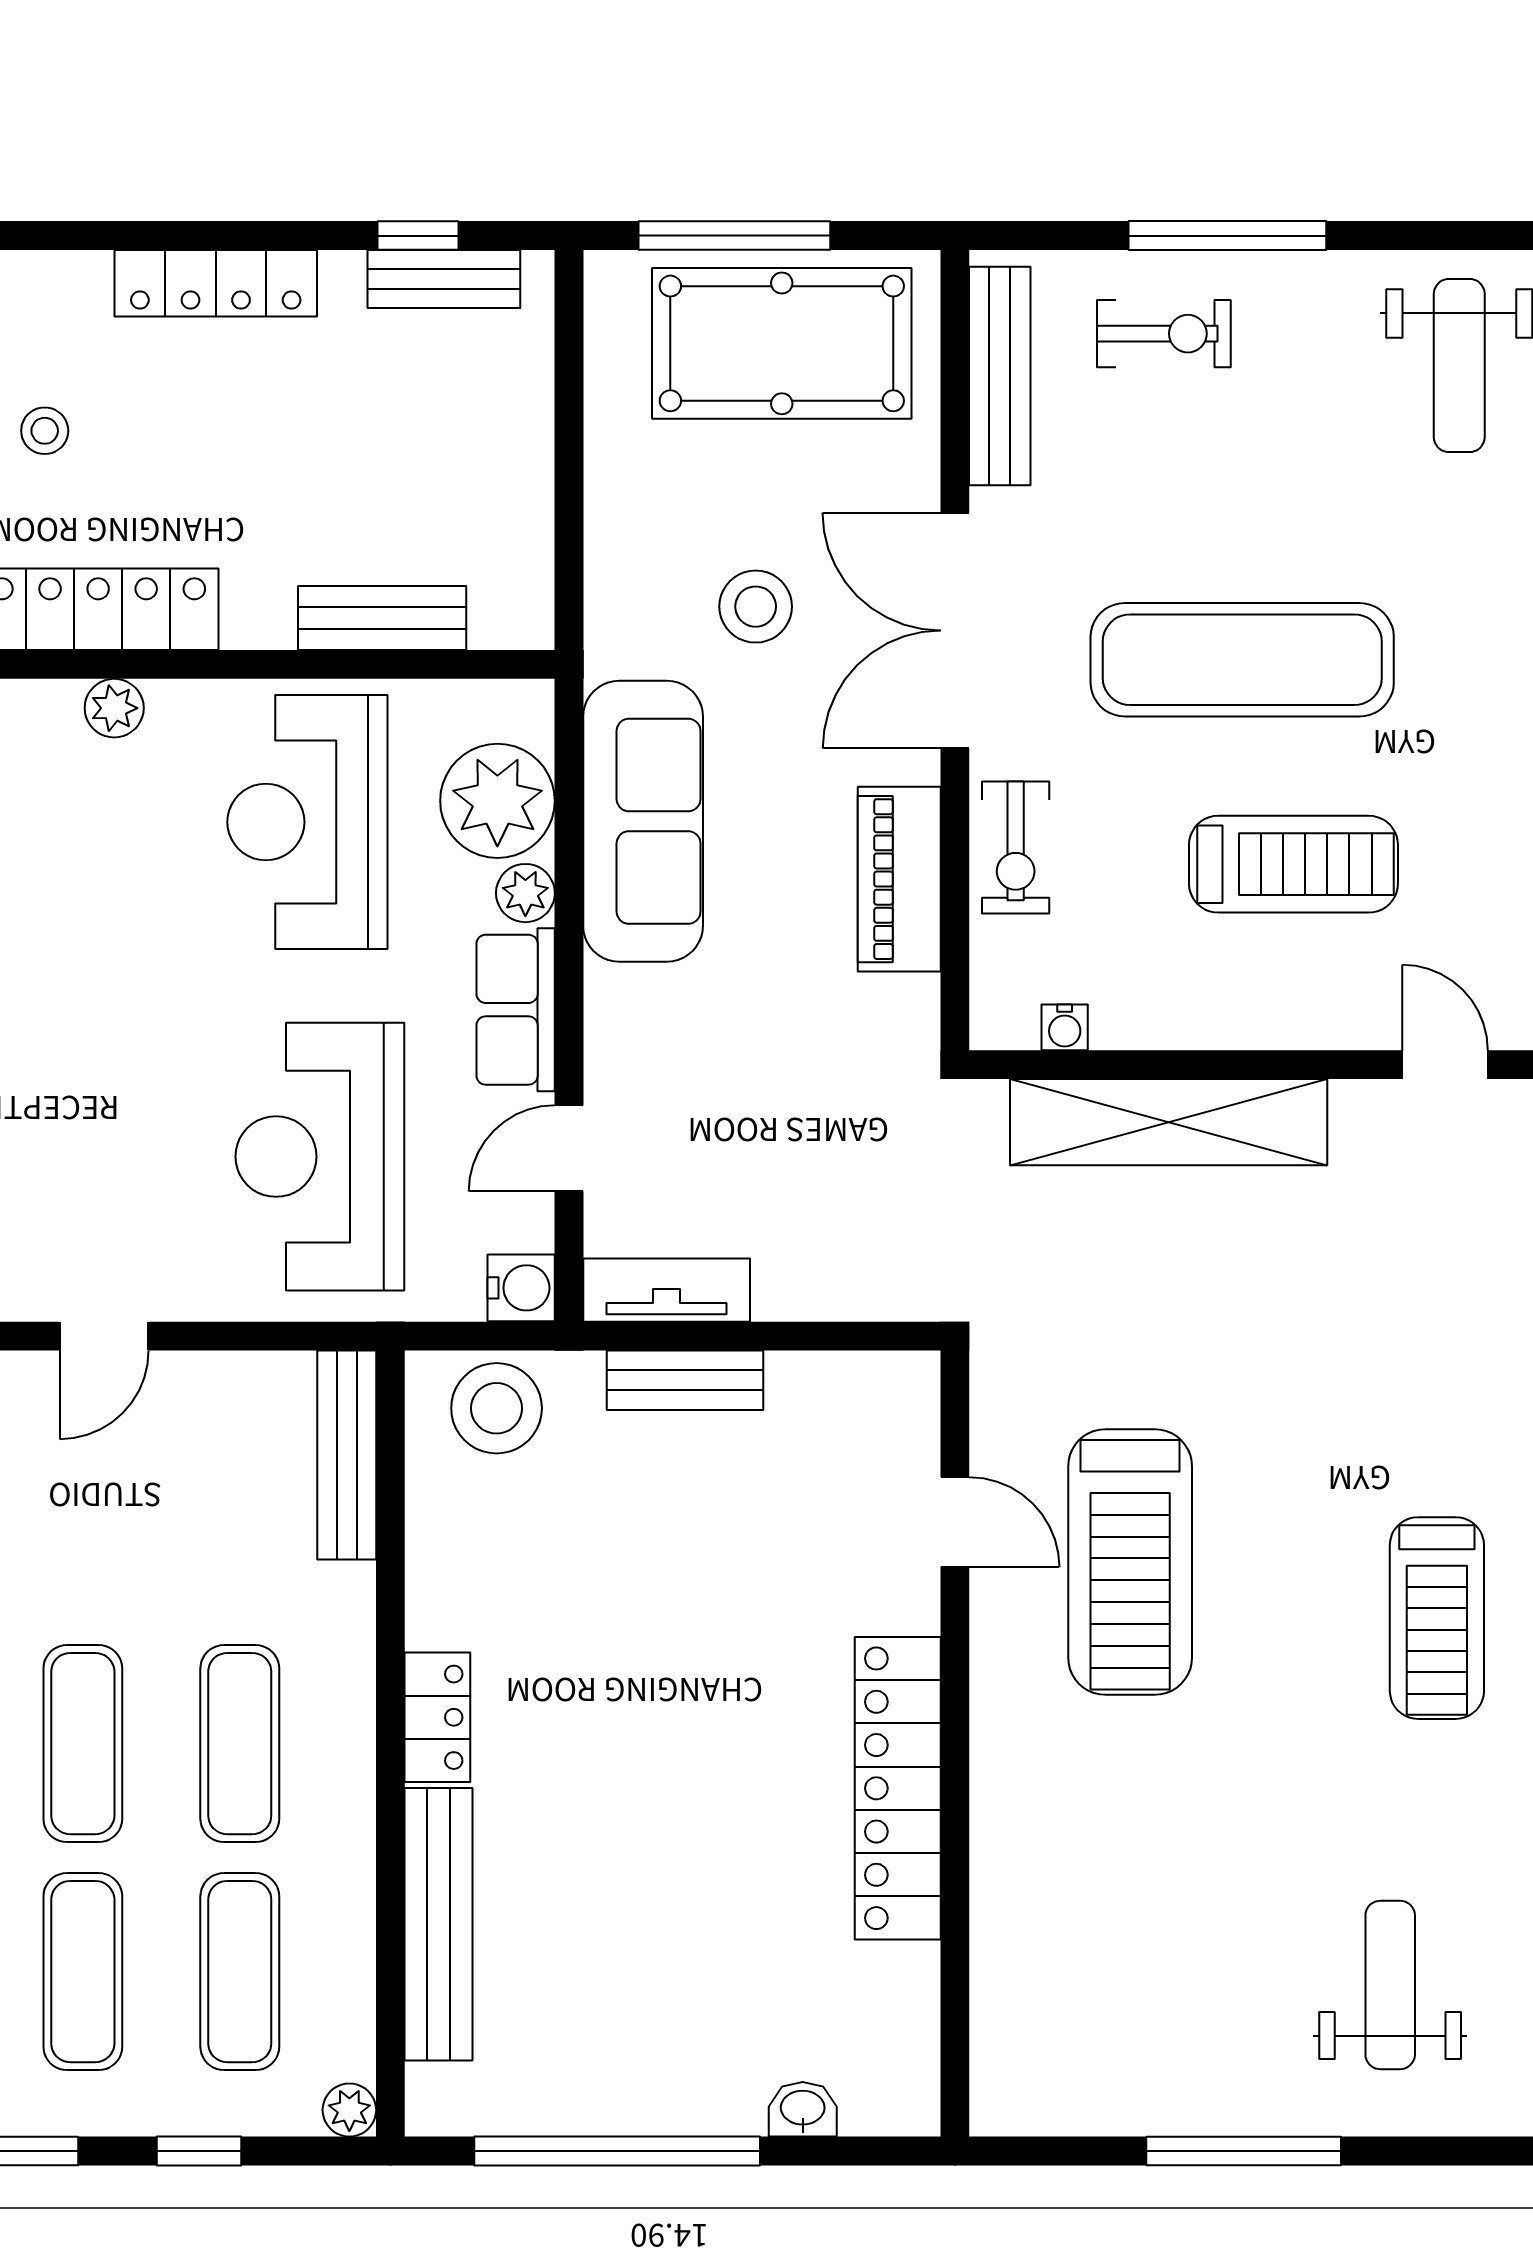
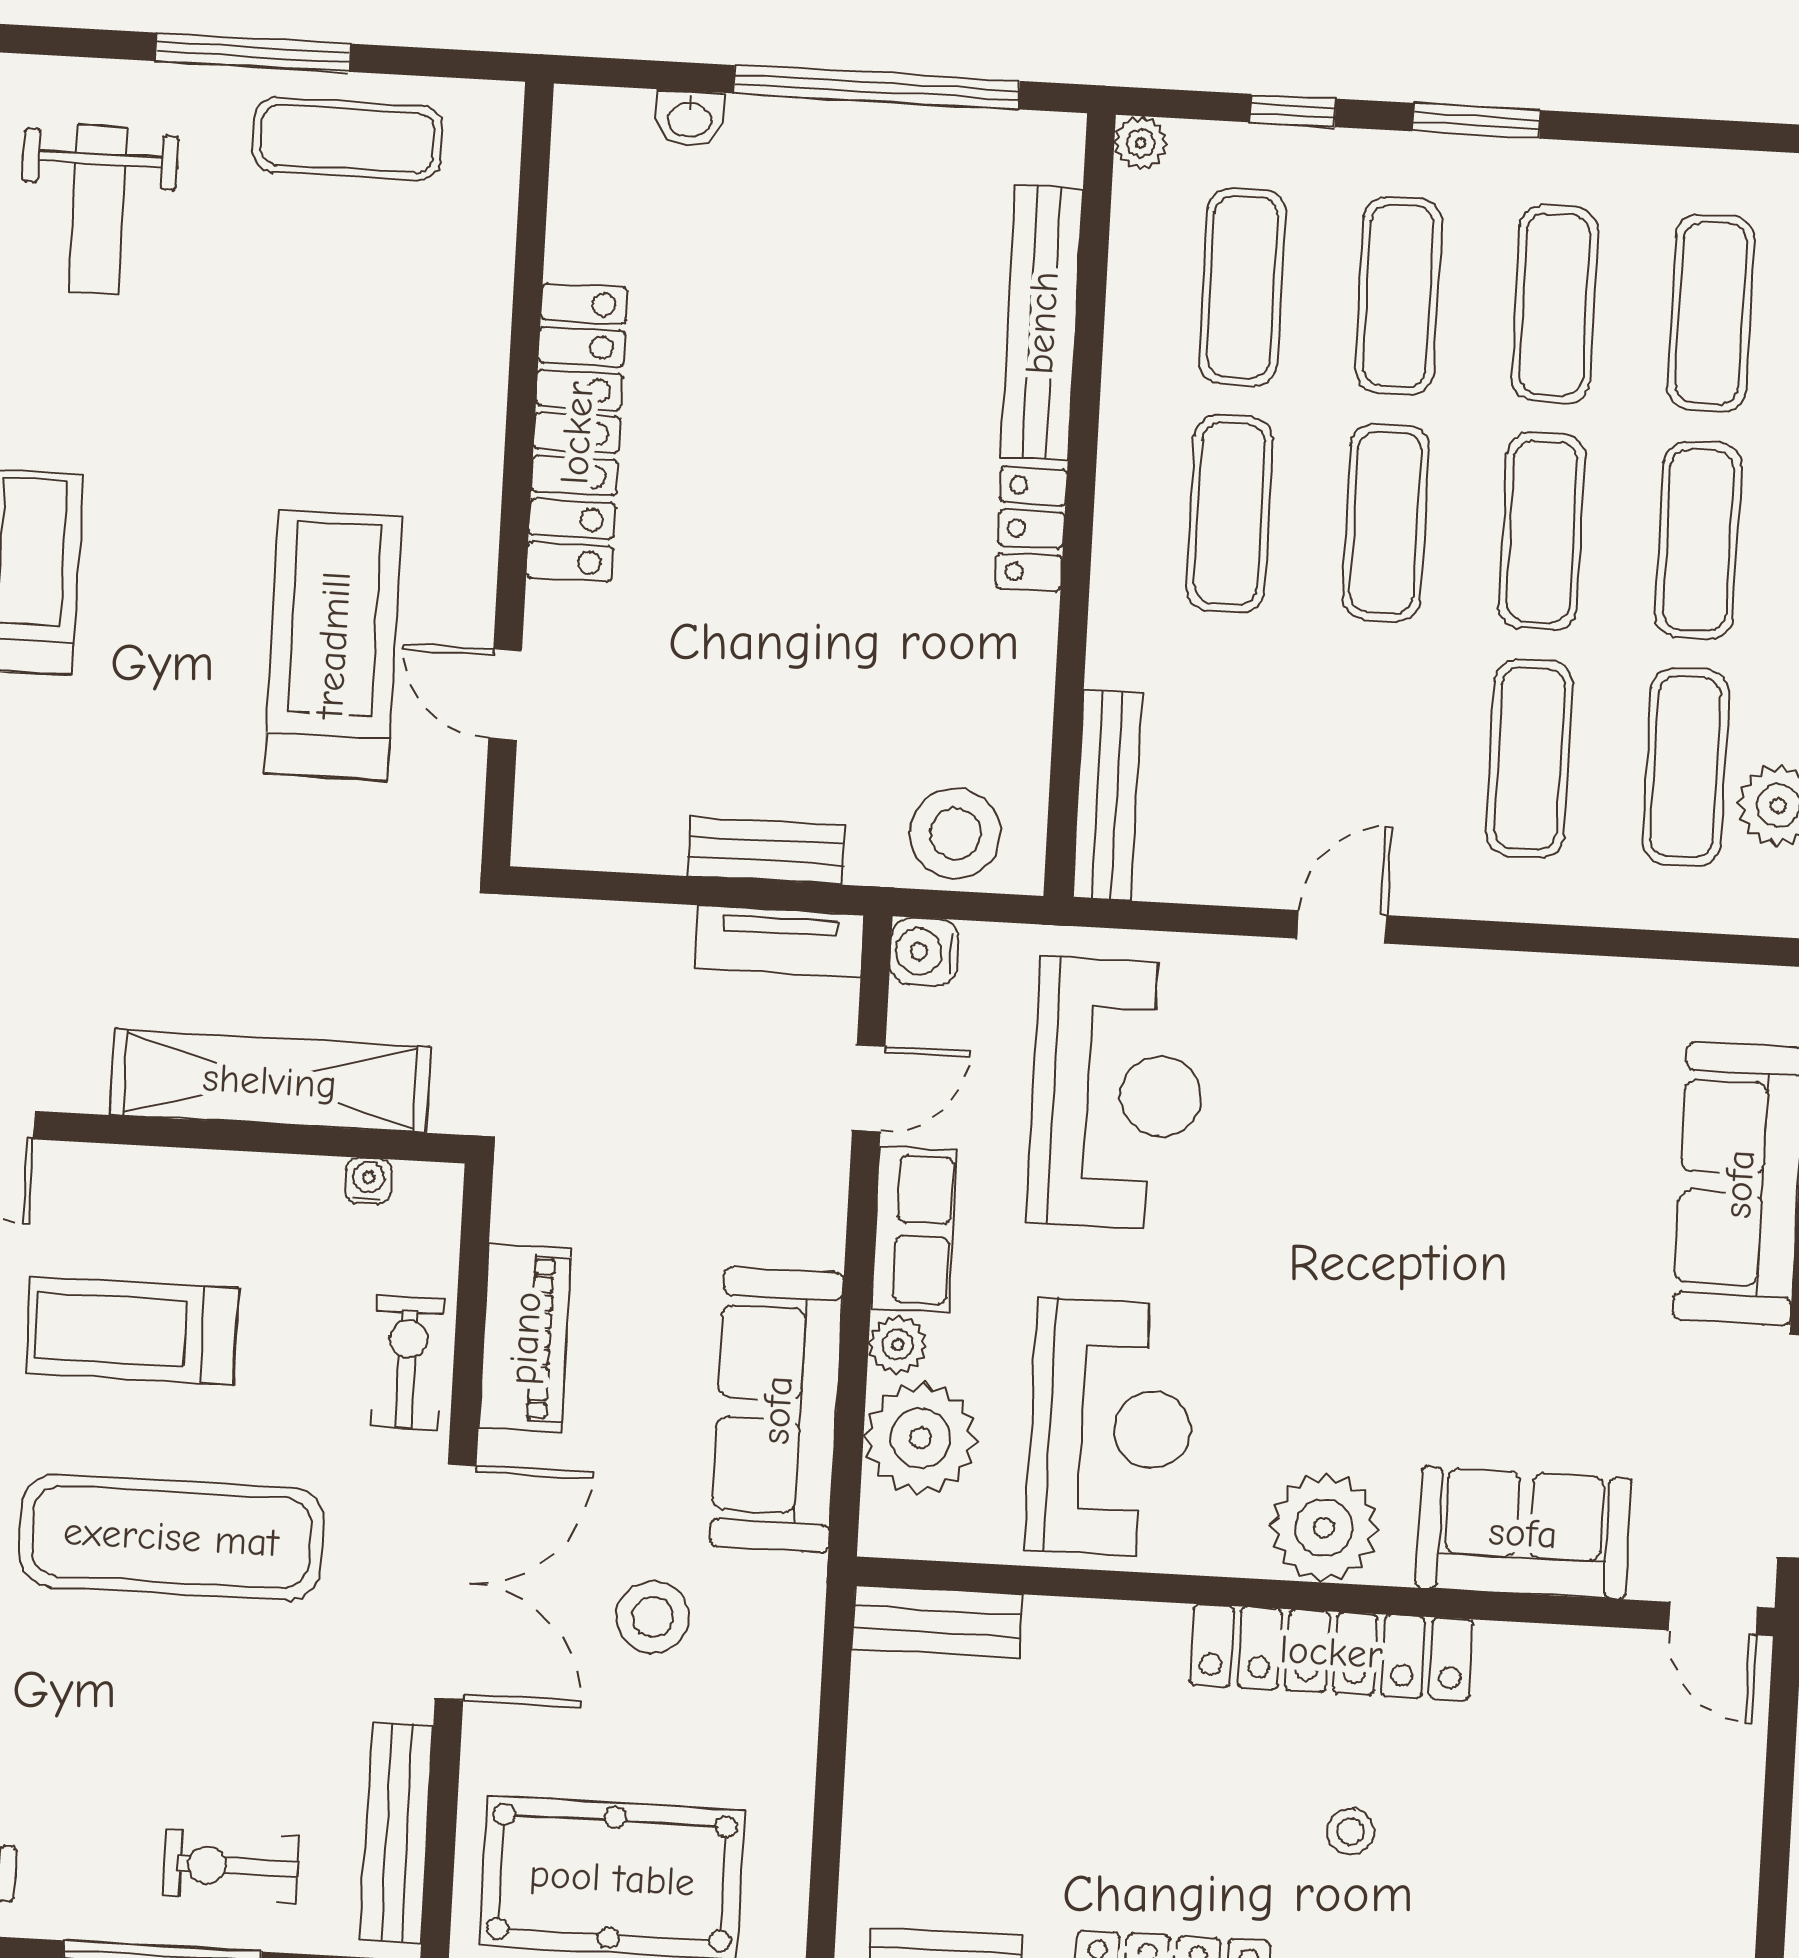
bench: (382, 618) -> (937, 1622), moved
plant: (114, 708) -> (1324, 1528), width x1.87, depth x1.87
exercise mat: (1144, 2070) -> (347, 139), added

